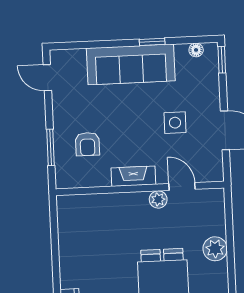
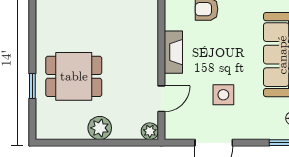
plant: (158, 199) -> (150, 131), moved

